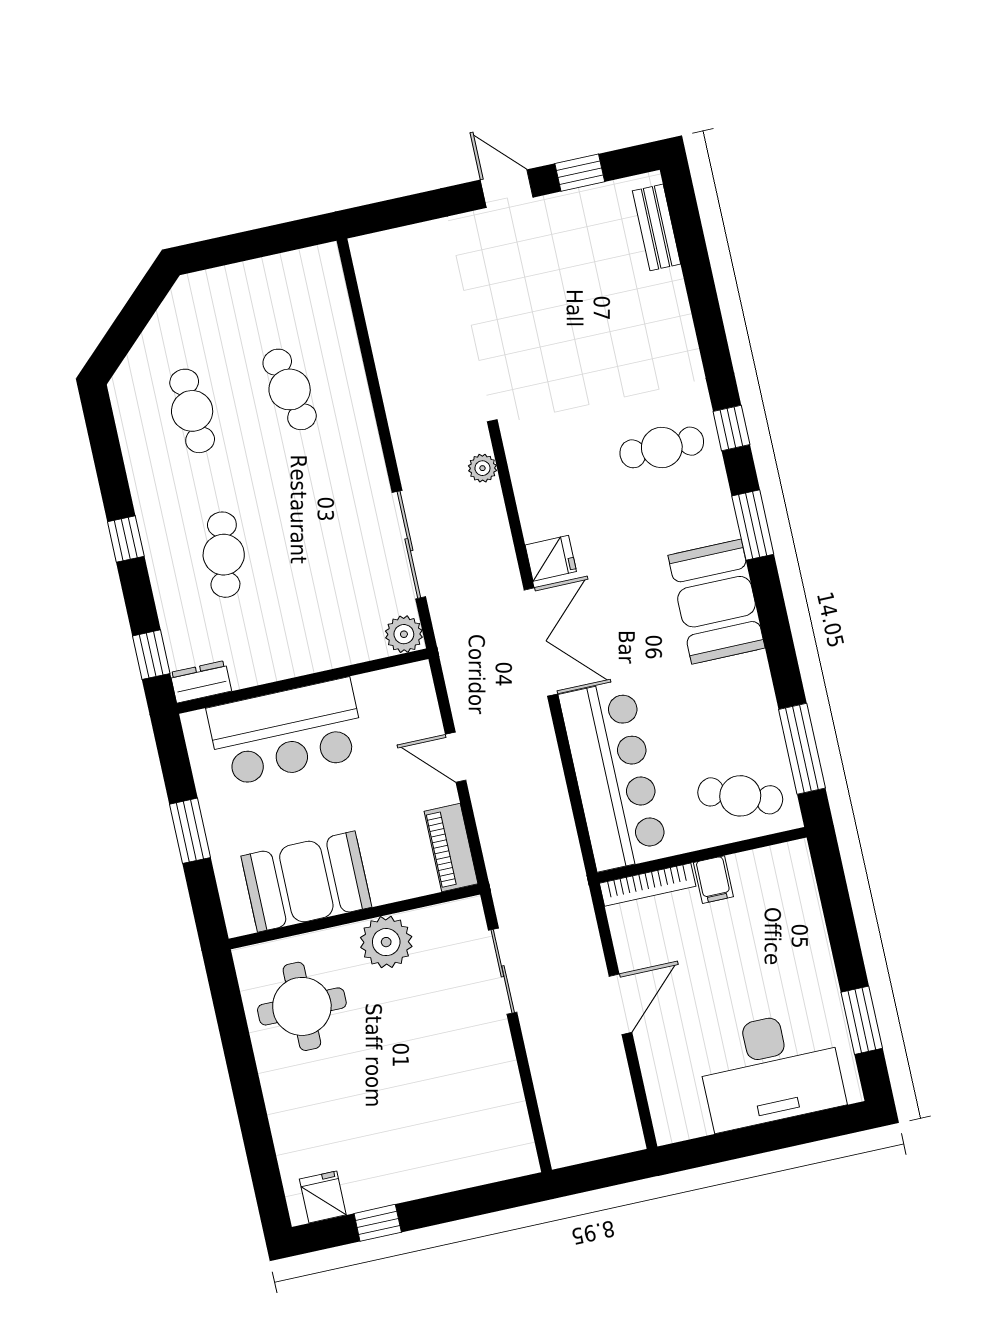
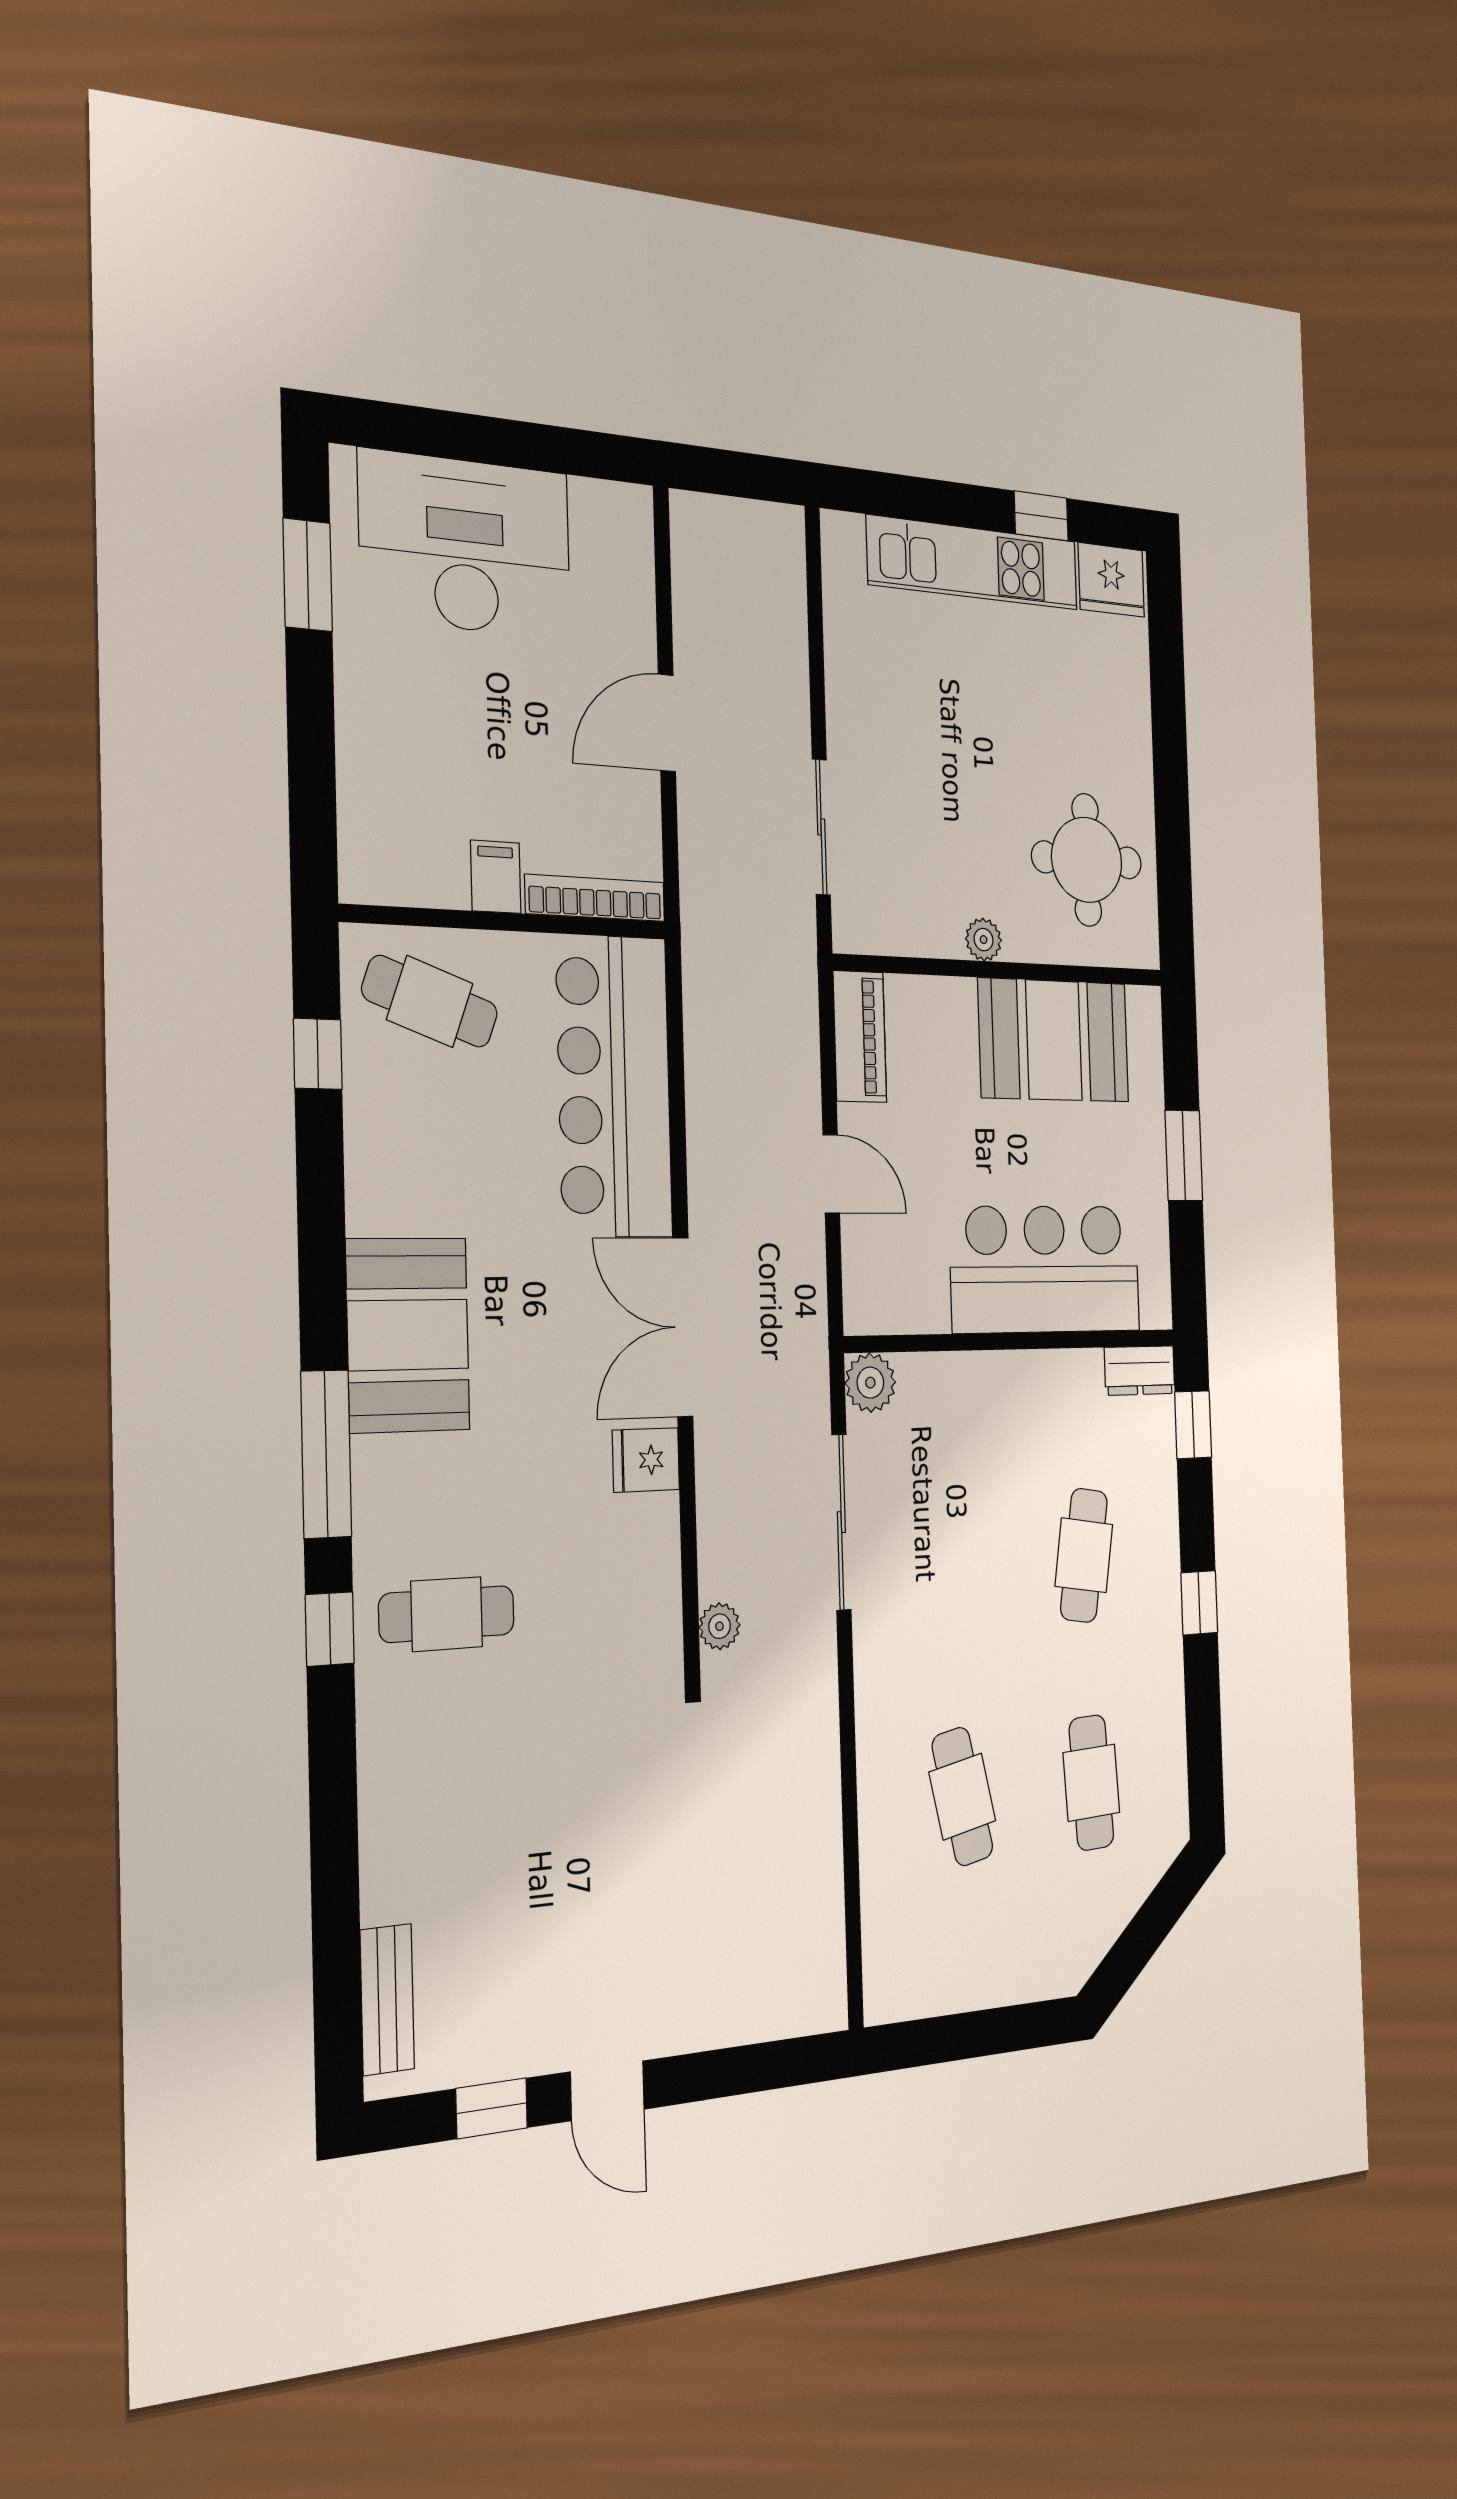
window: (753, 525) -> (326, 1454), width x1.44
window: (802, 749) -> (318, 1054), width x0.46
plant: (386, 942) -> (984, 940), width x0.53, depth x0.53
kitchen unit: (423, 1175) -> (973, 563), added
fridge: (323, 1197) -> (1111, 580), width x1.38

